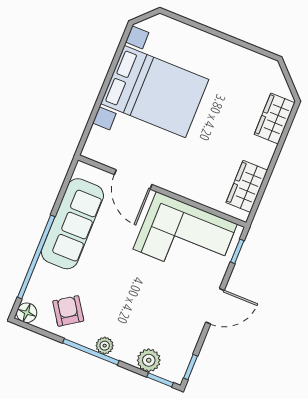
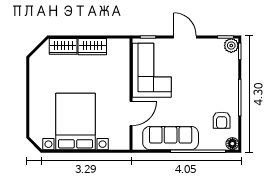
wardrobe: (247, 186) -> (92, 47), moved
armchair: (68, 311) -> (222, 120), turned -56
plant: (105, 346) -> (233, 91), removed
plant: (149, 360) -> (231, 46), moved

